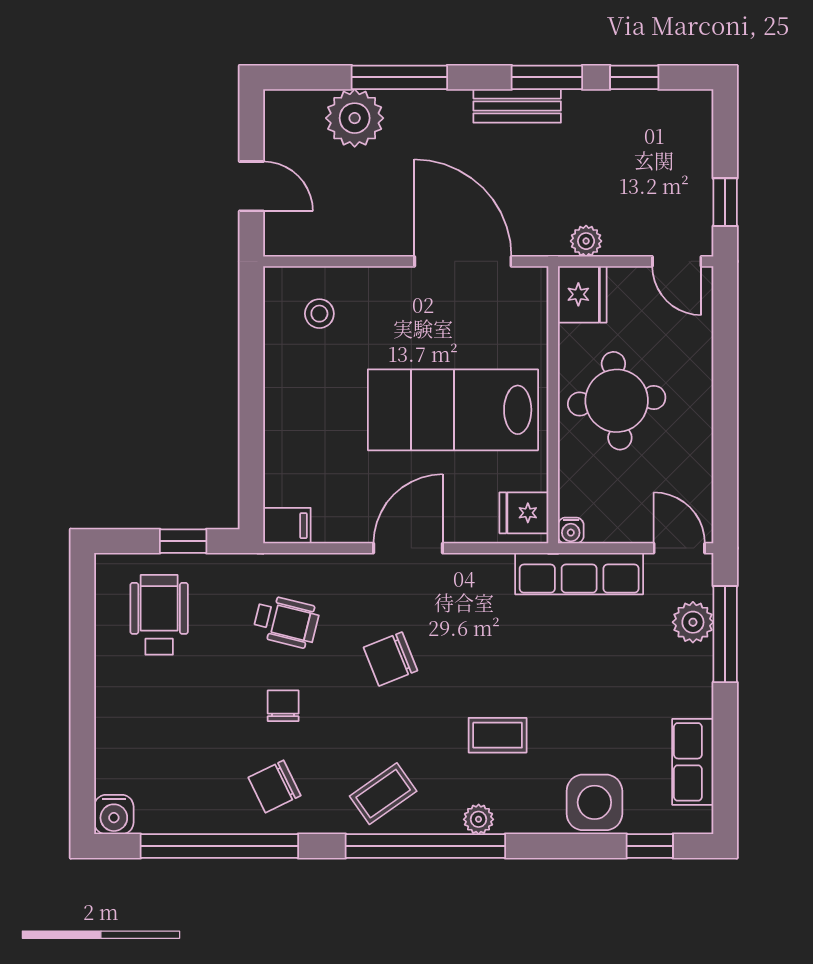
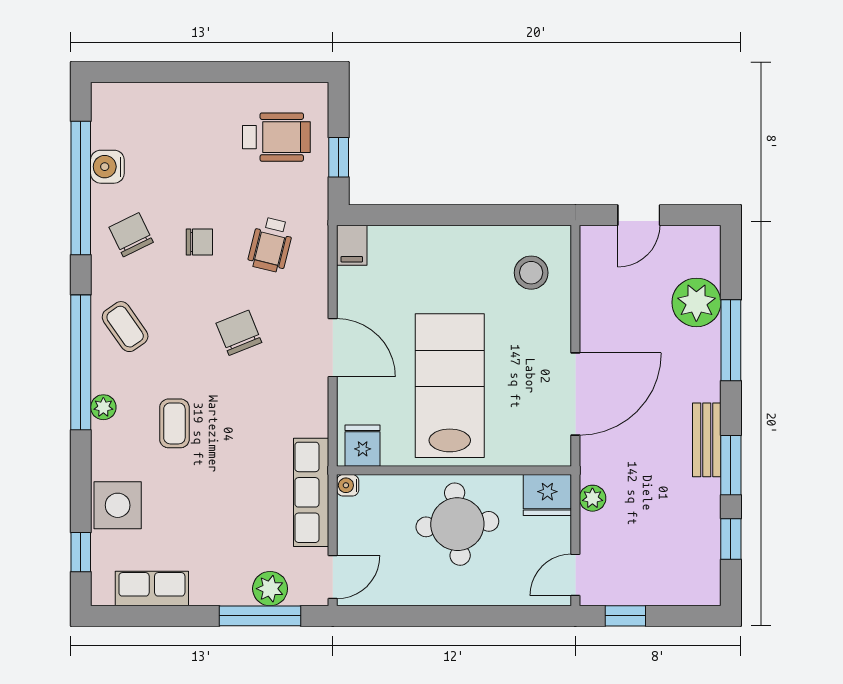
stool: (319, 314) -> (531, 273), width x1.37, depth x1.37
water cooler: (114, 815) -> (107, 167), moved

